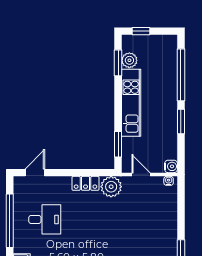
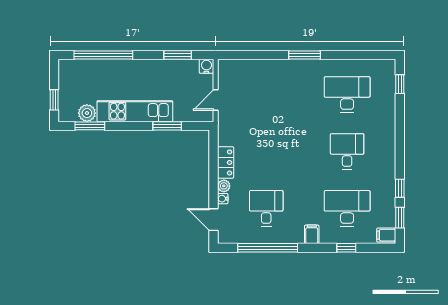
window: (181, 121) -> (178, 55), moved
window: (118, 144) -> (167, 126), moved
water cooler: (169, 181) -> (223, 199), moved
plant: (111, 187) -> (224, 186), moved, width x0.53, depth x0.53

